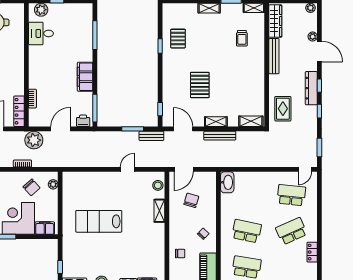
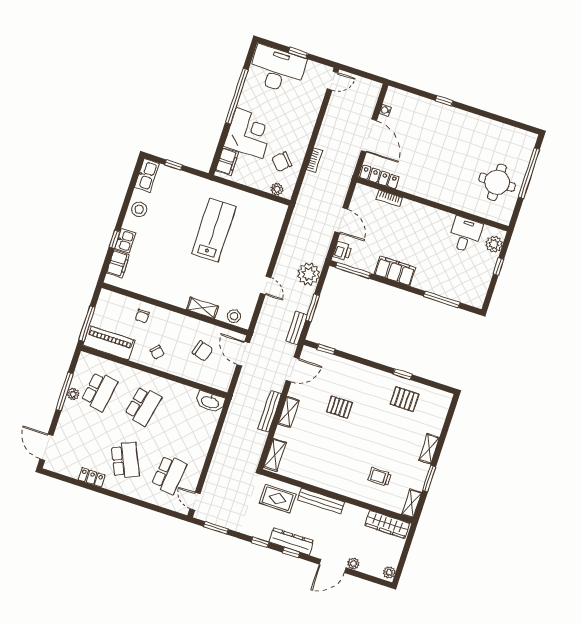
bench: (274, 56) -> (321, 501), moved
pallet: (200, 85) -> (339, 407), width x0.67, depth x0.71
plant: (34, 140) -> (309, 274), moved

